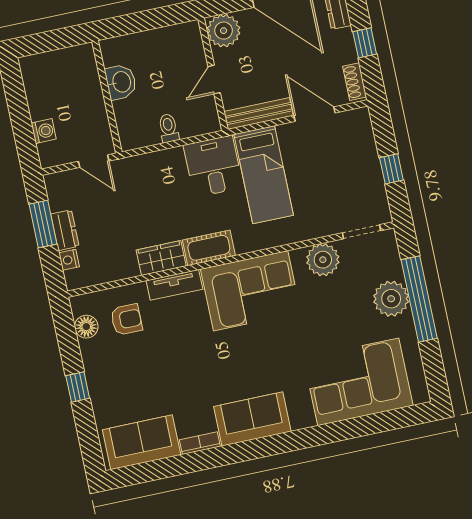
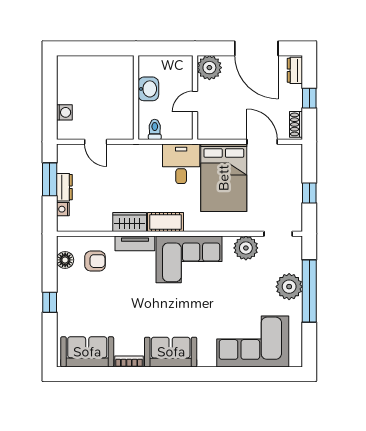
washbasin: (121, 82) -> (148, 89), moved
wall: (107, 97) -> (136, 98), moved
bench: (258, 114) -> (222, 133), removed
bed: (264, 175) -> (224, 178), width x1.50

